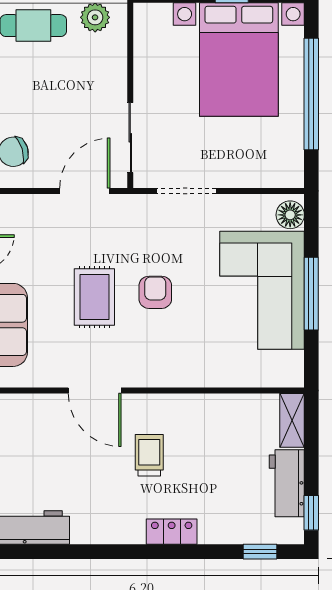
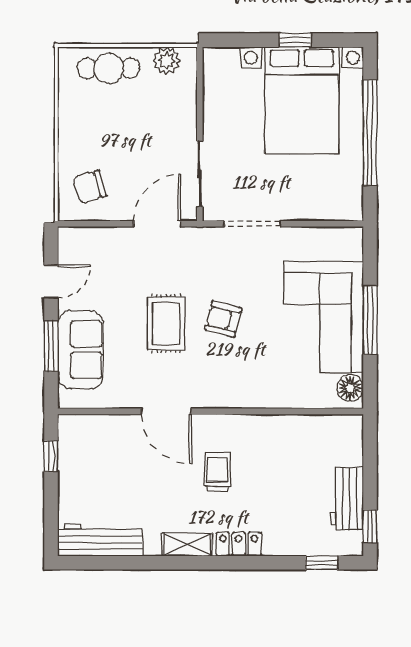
floor lamp: (290, 215) -> (350, 388), moved
armchair: (155, 292) -> (223, 319), turned -76
shelving: (292, 420) -> (187, 545), moved, turned 90

